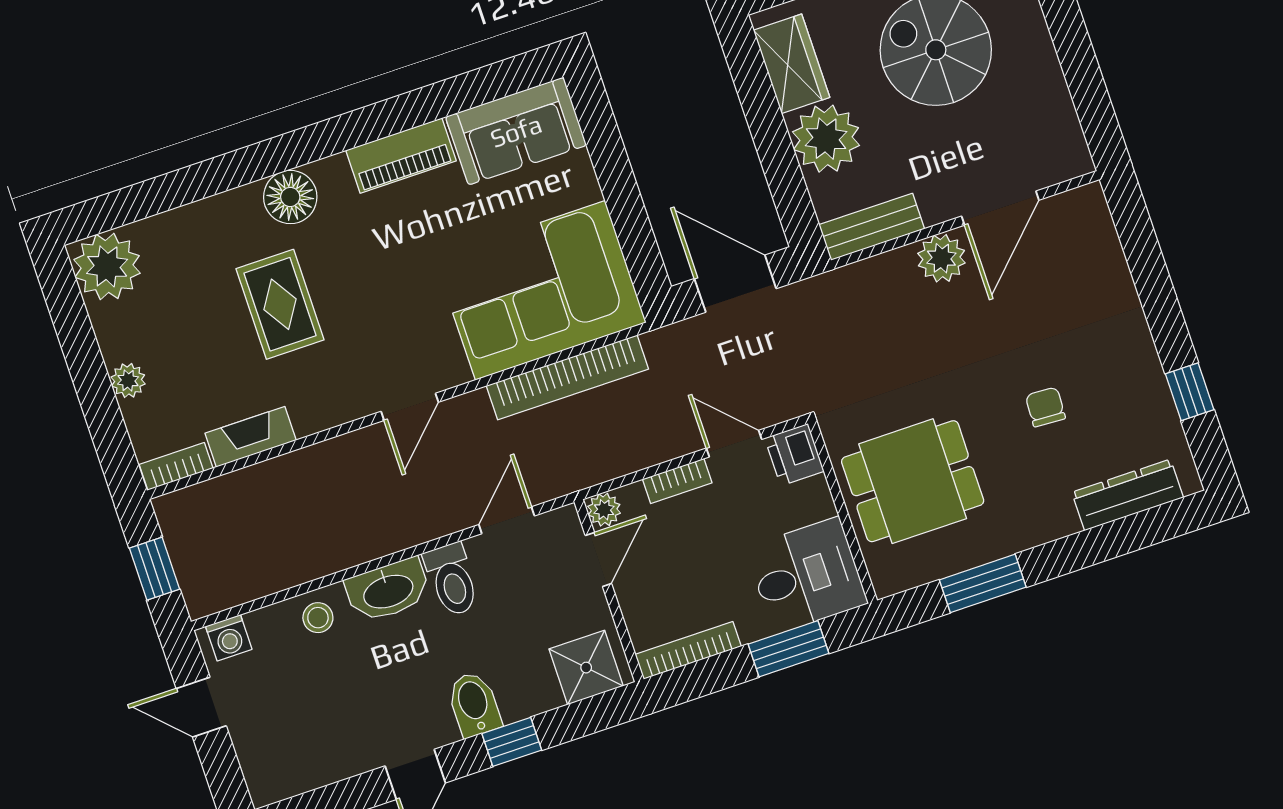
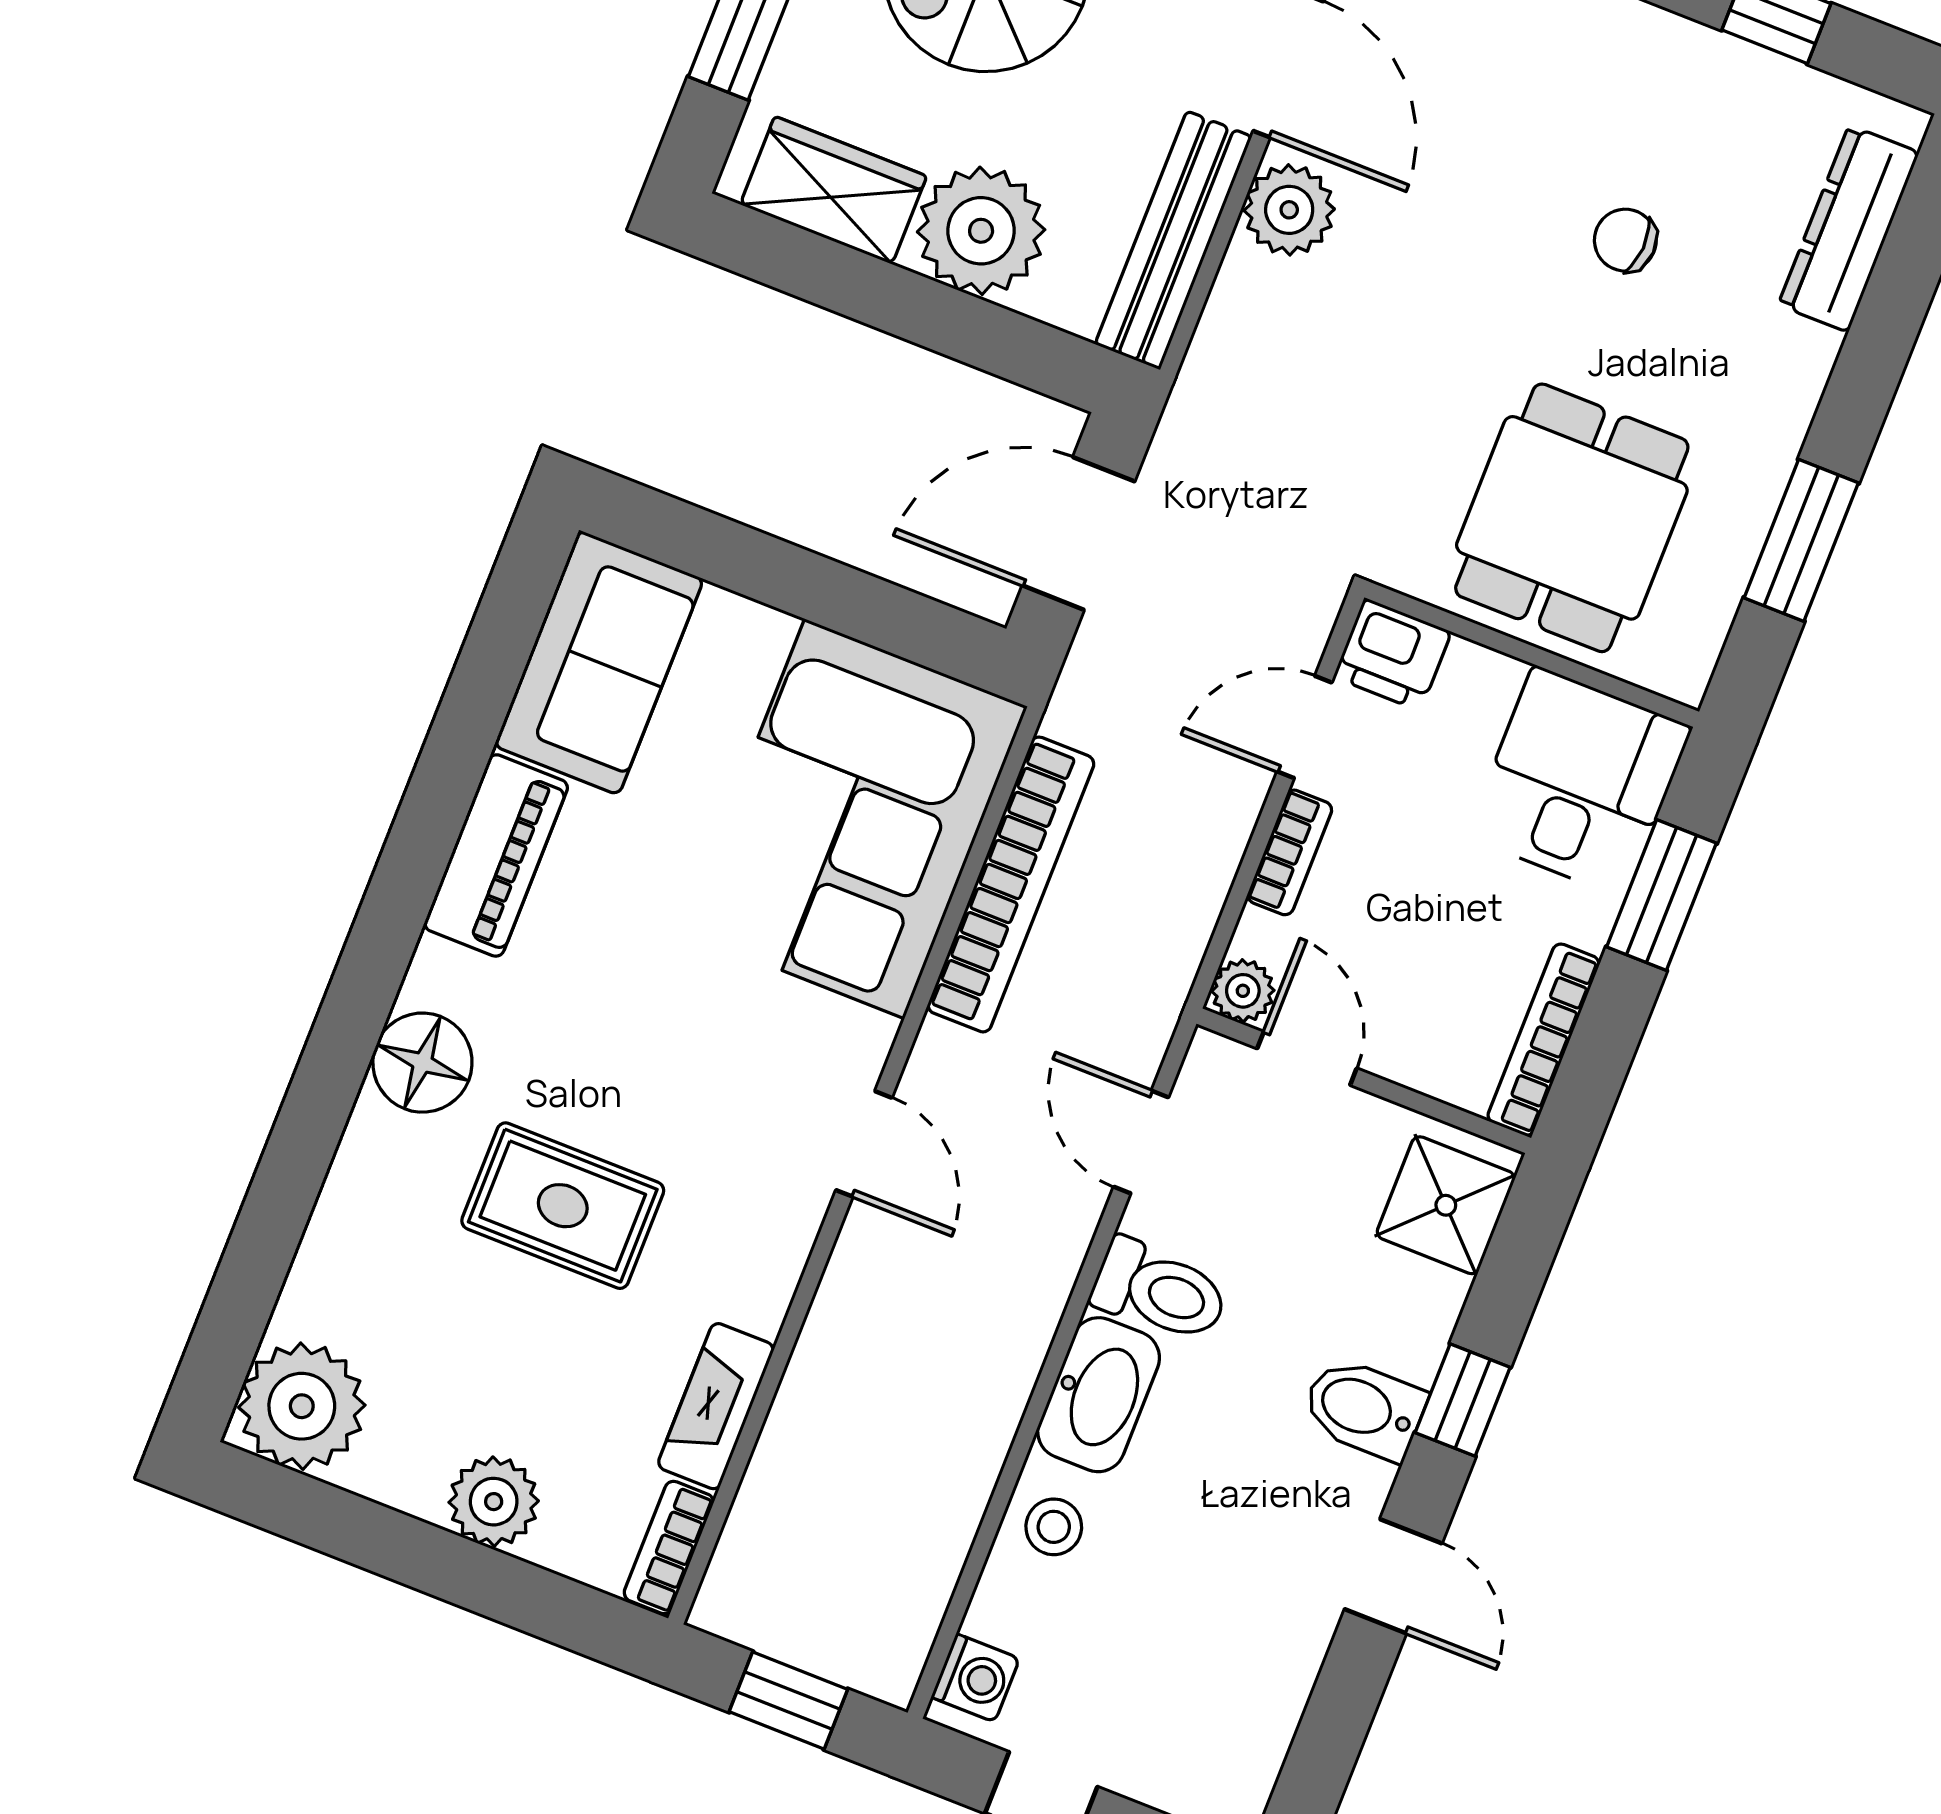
bench: (872, 227) -> (1173, 240), width x1.36
plant: (128, 381) -> (494, 1502), width x1.38, depth x1.38

